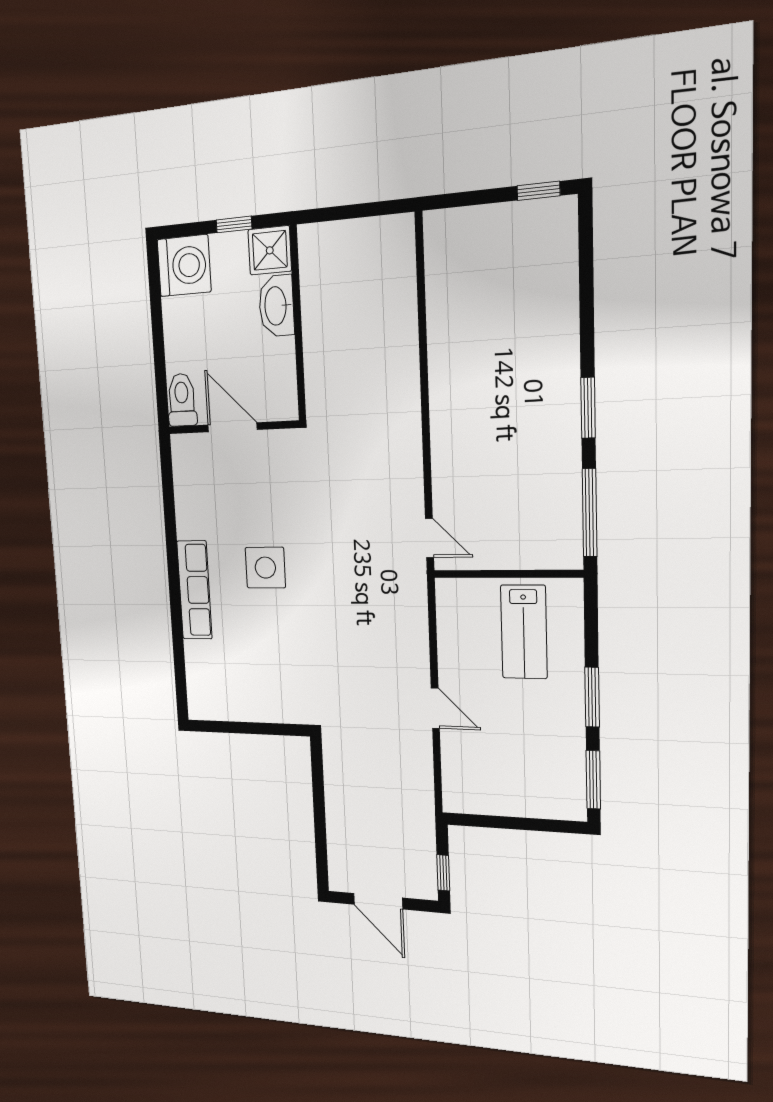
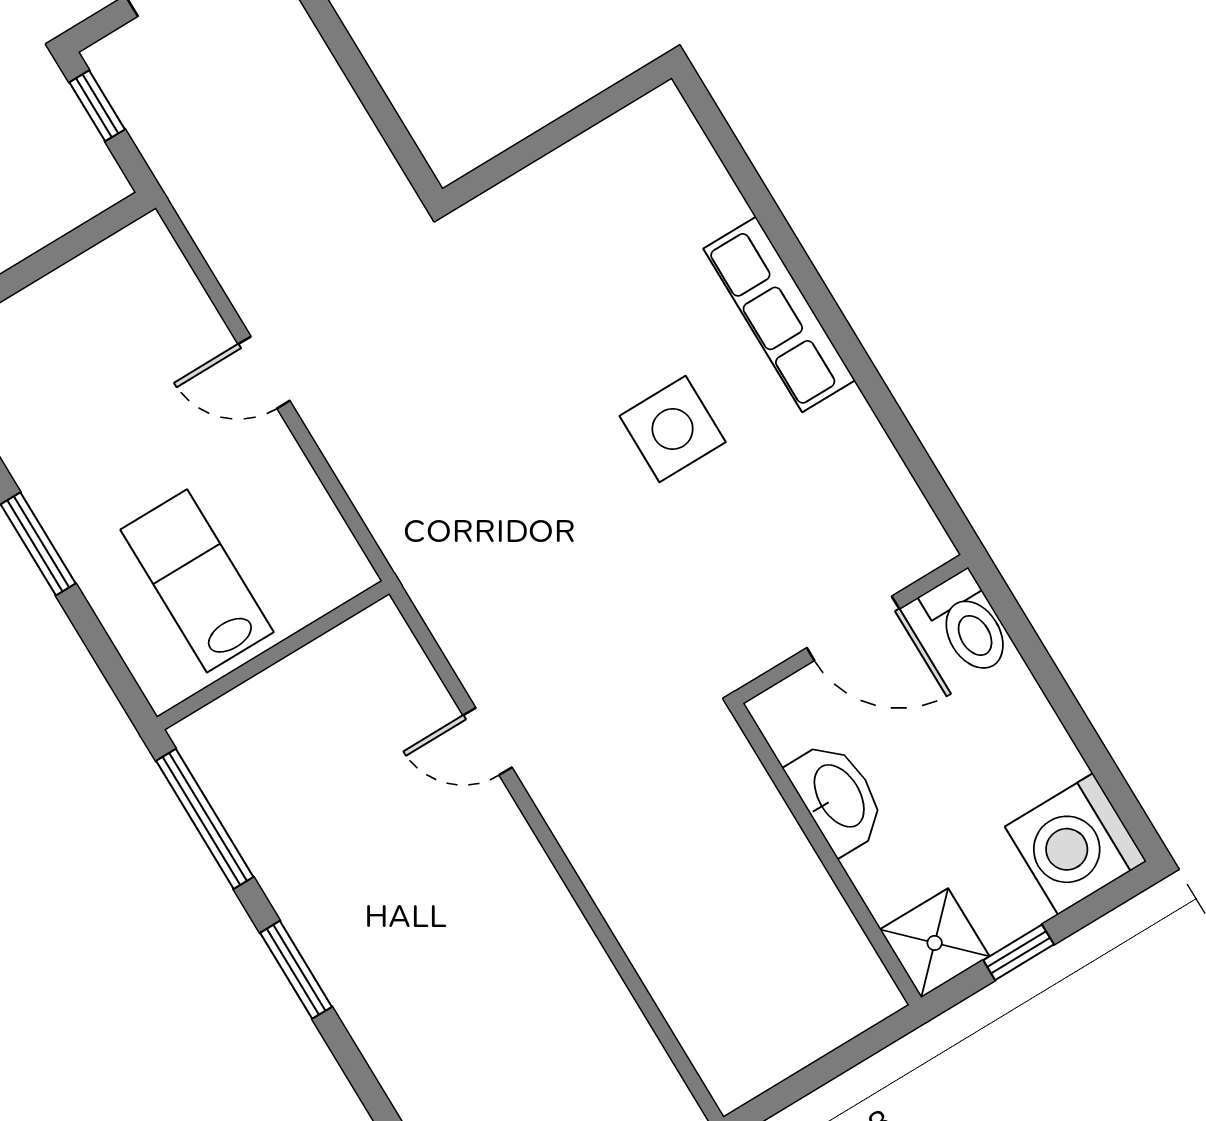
washbasin: (276, 306) -> (838, 797), moved
door: (430, 538) -> (487, 741), moved

